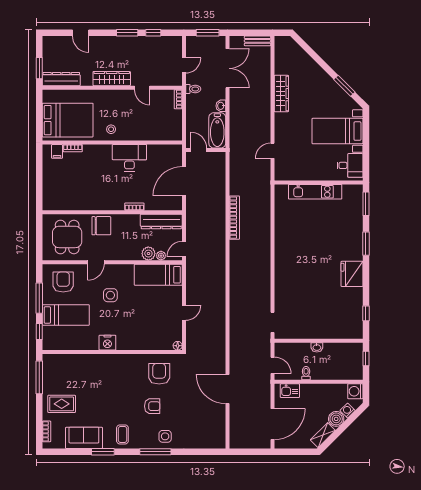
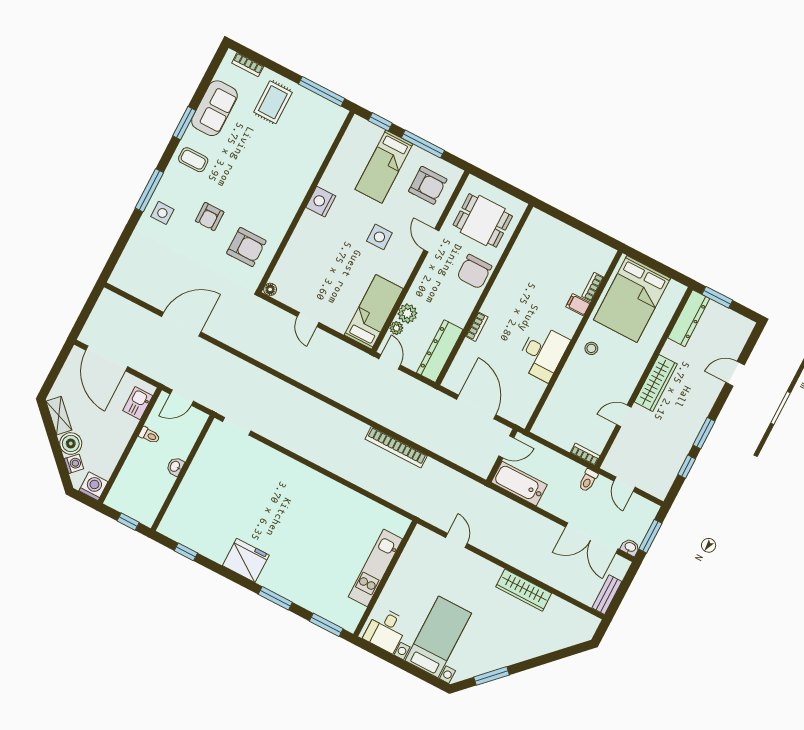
washbasin: (221, 106) -> (630, 547), moved
filing cabinet: (57, 151) -> (578, 305), moved

